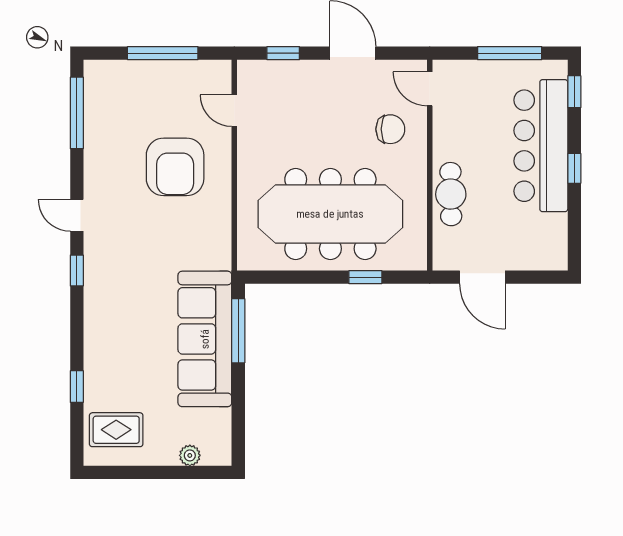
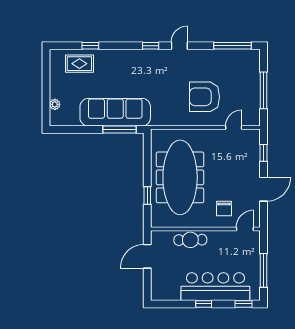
rug: (116, 430) -> (79, 64), moved, turned 90

